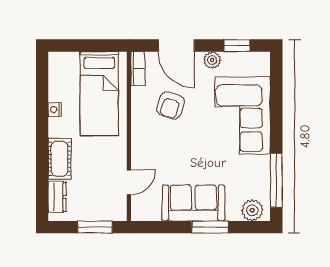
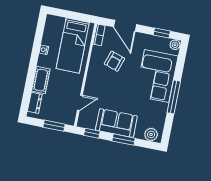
plant: (212, 60) -> (175, 45), moved
window: (276, 180) -> (174, 97), moved
window: (158, 227) -> (92, 133), added

